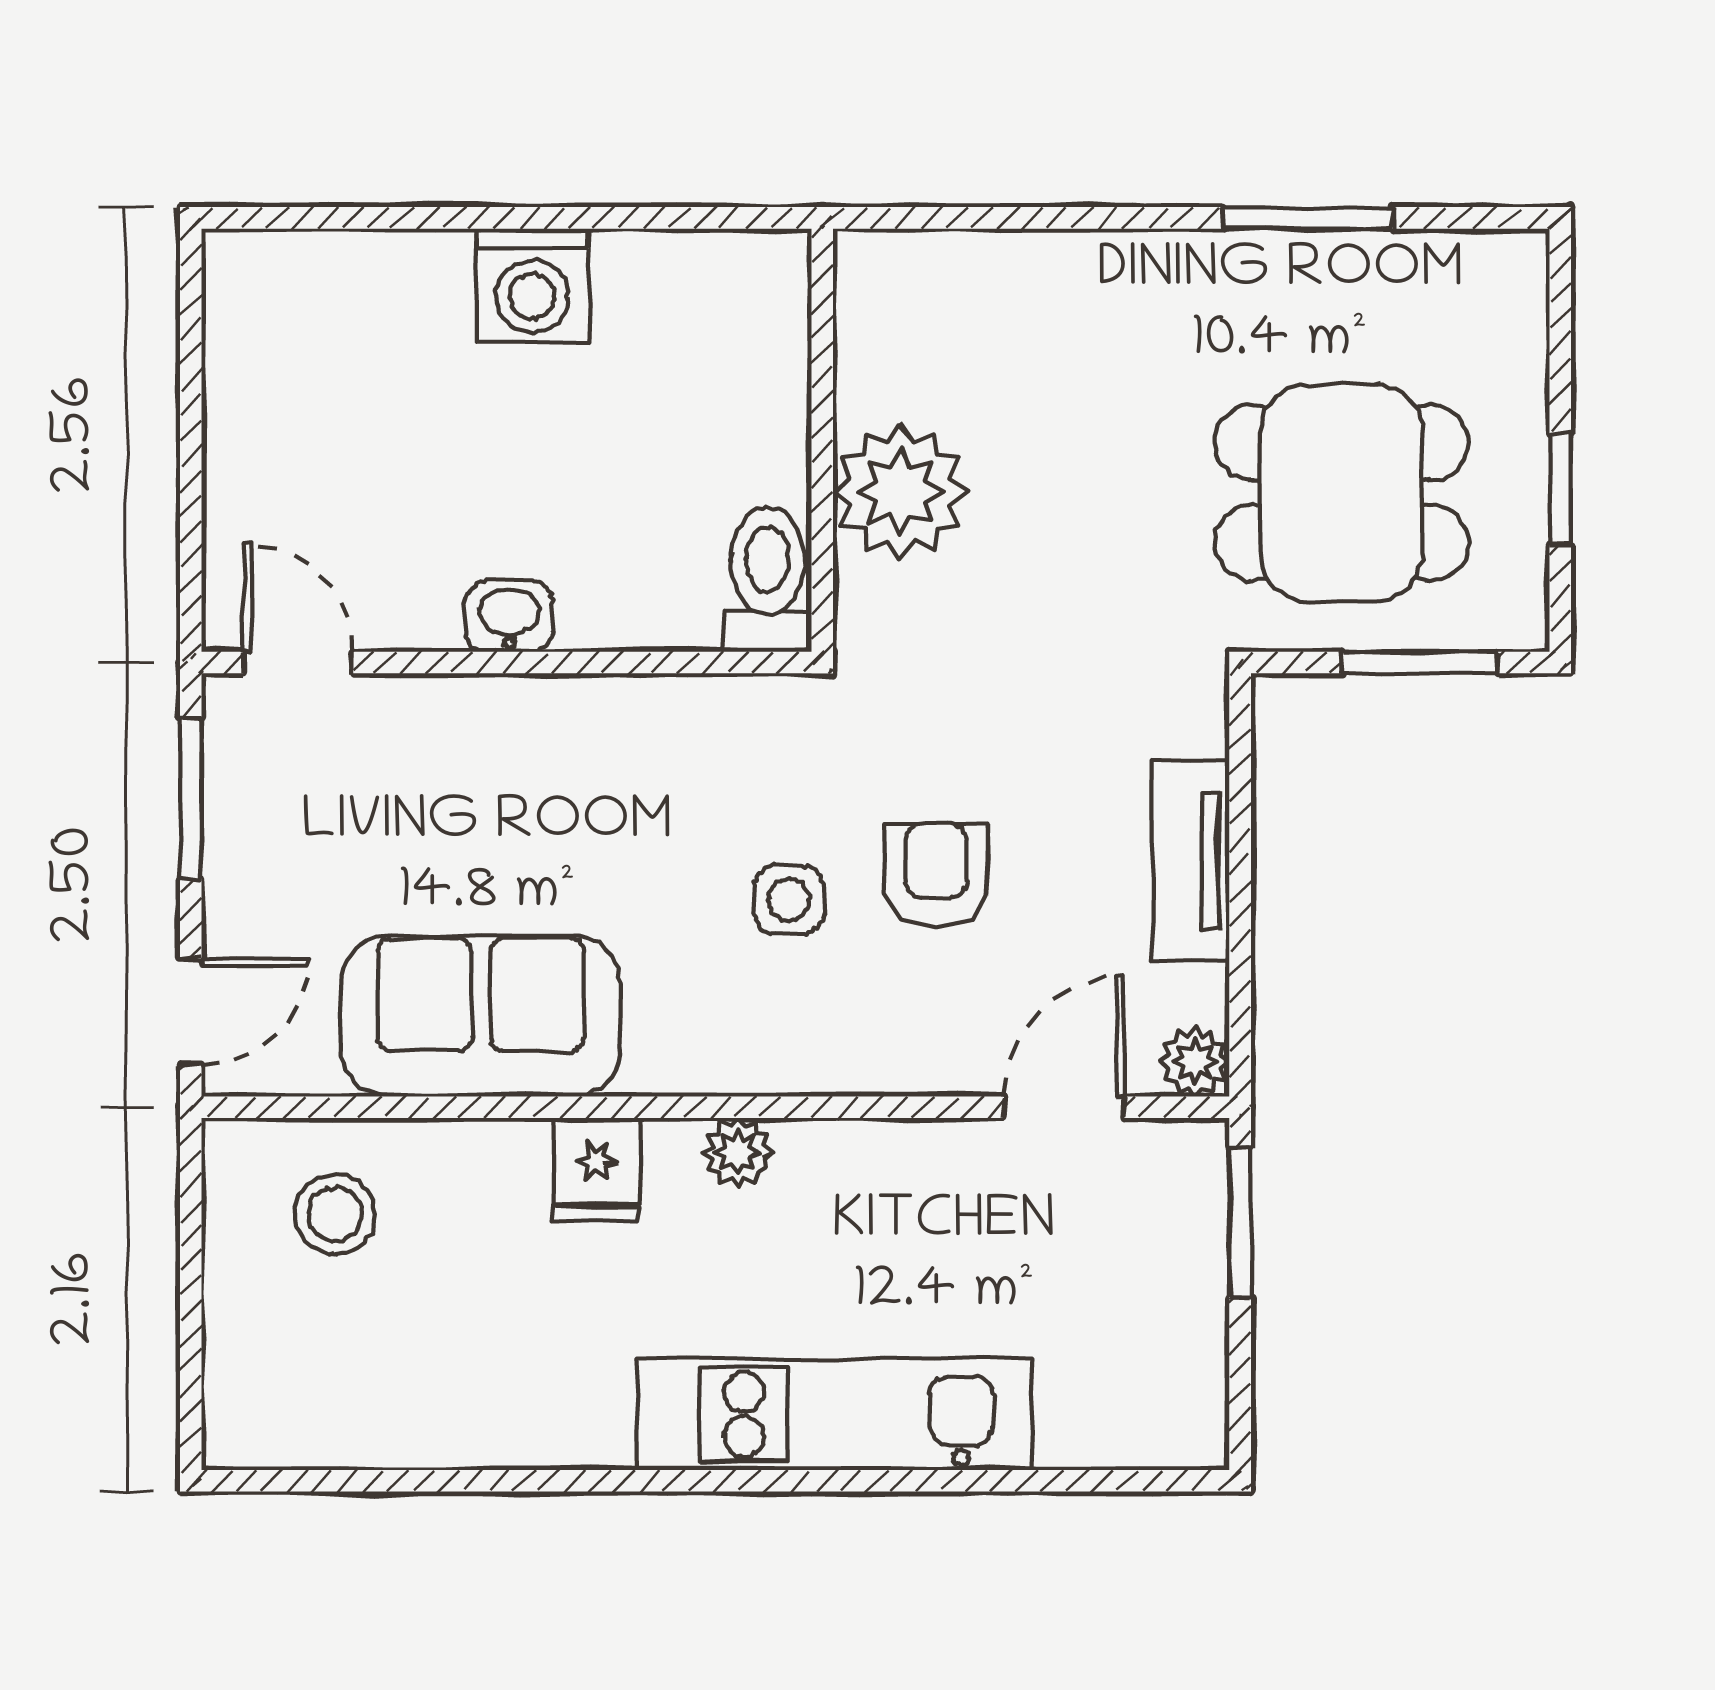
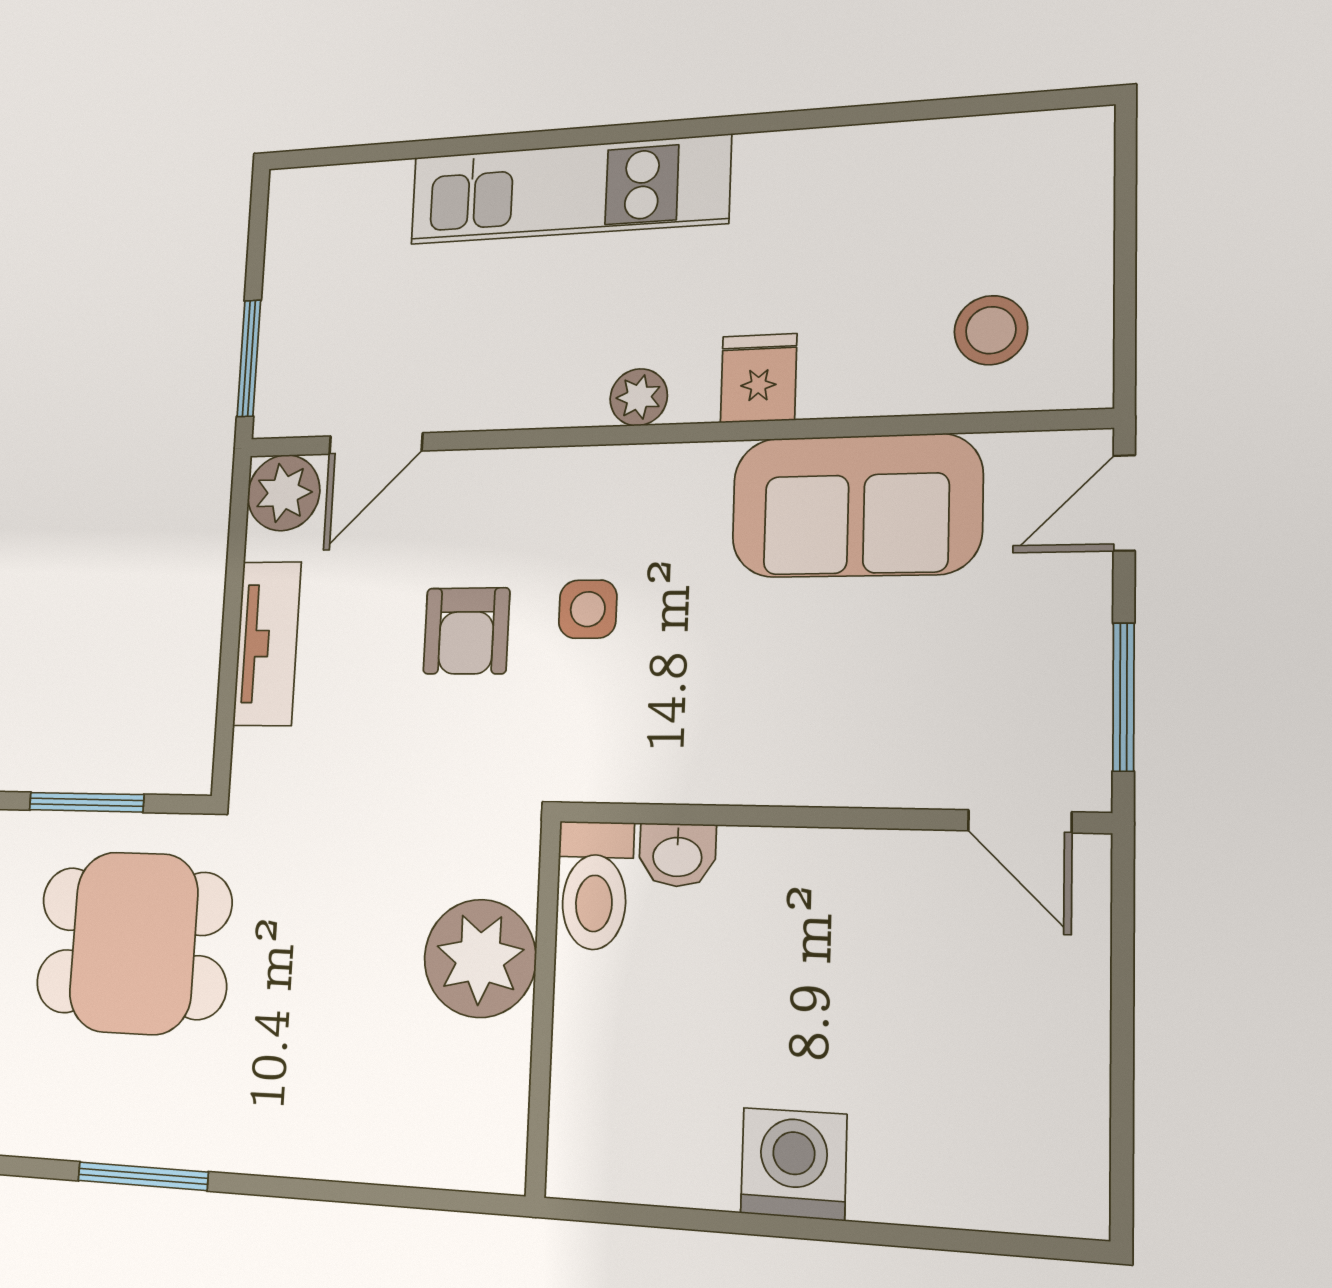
washbasin: (509, 617) -> (677, 855), moved
plant: (1195, 1062) -> (284, 493), width x1.38, depth x1.38

